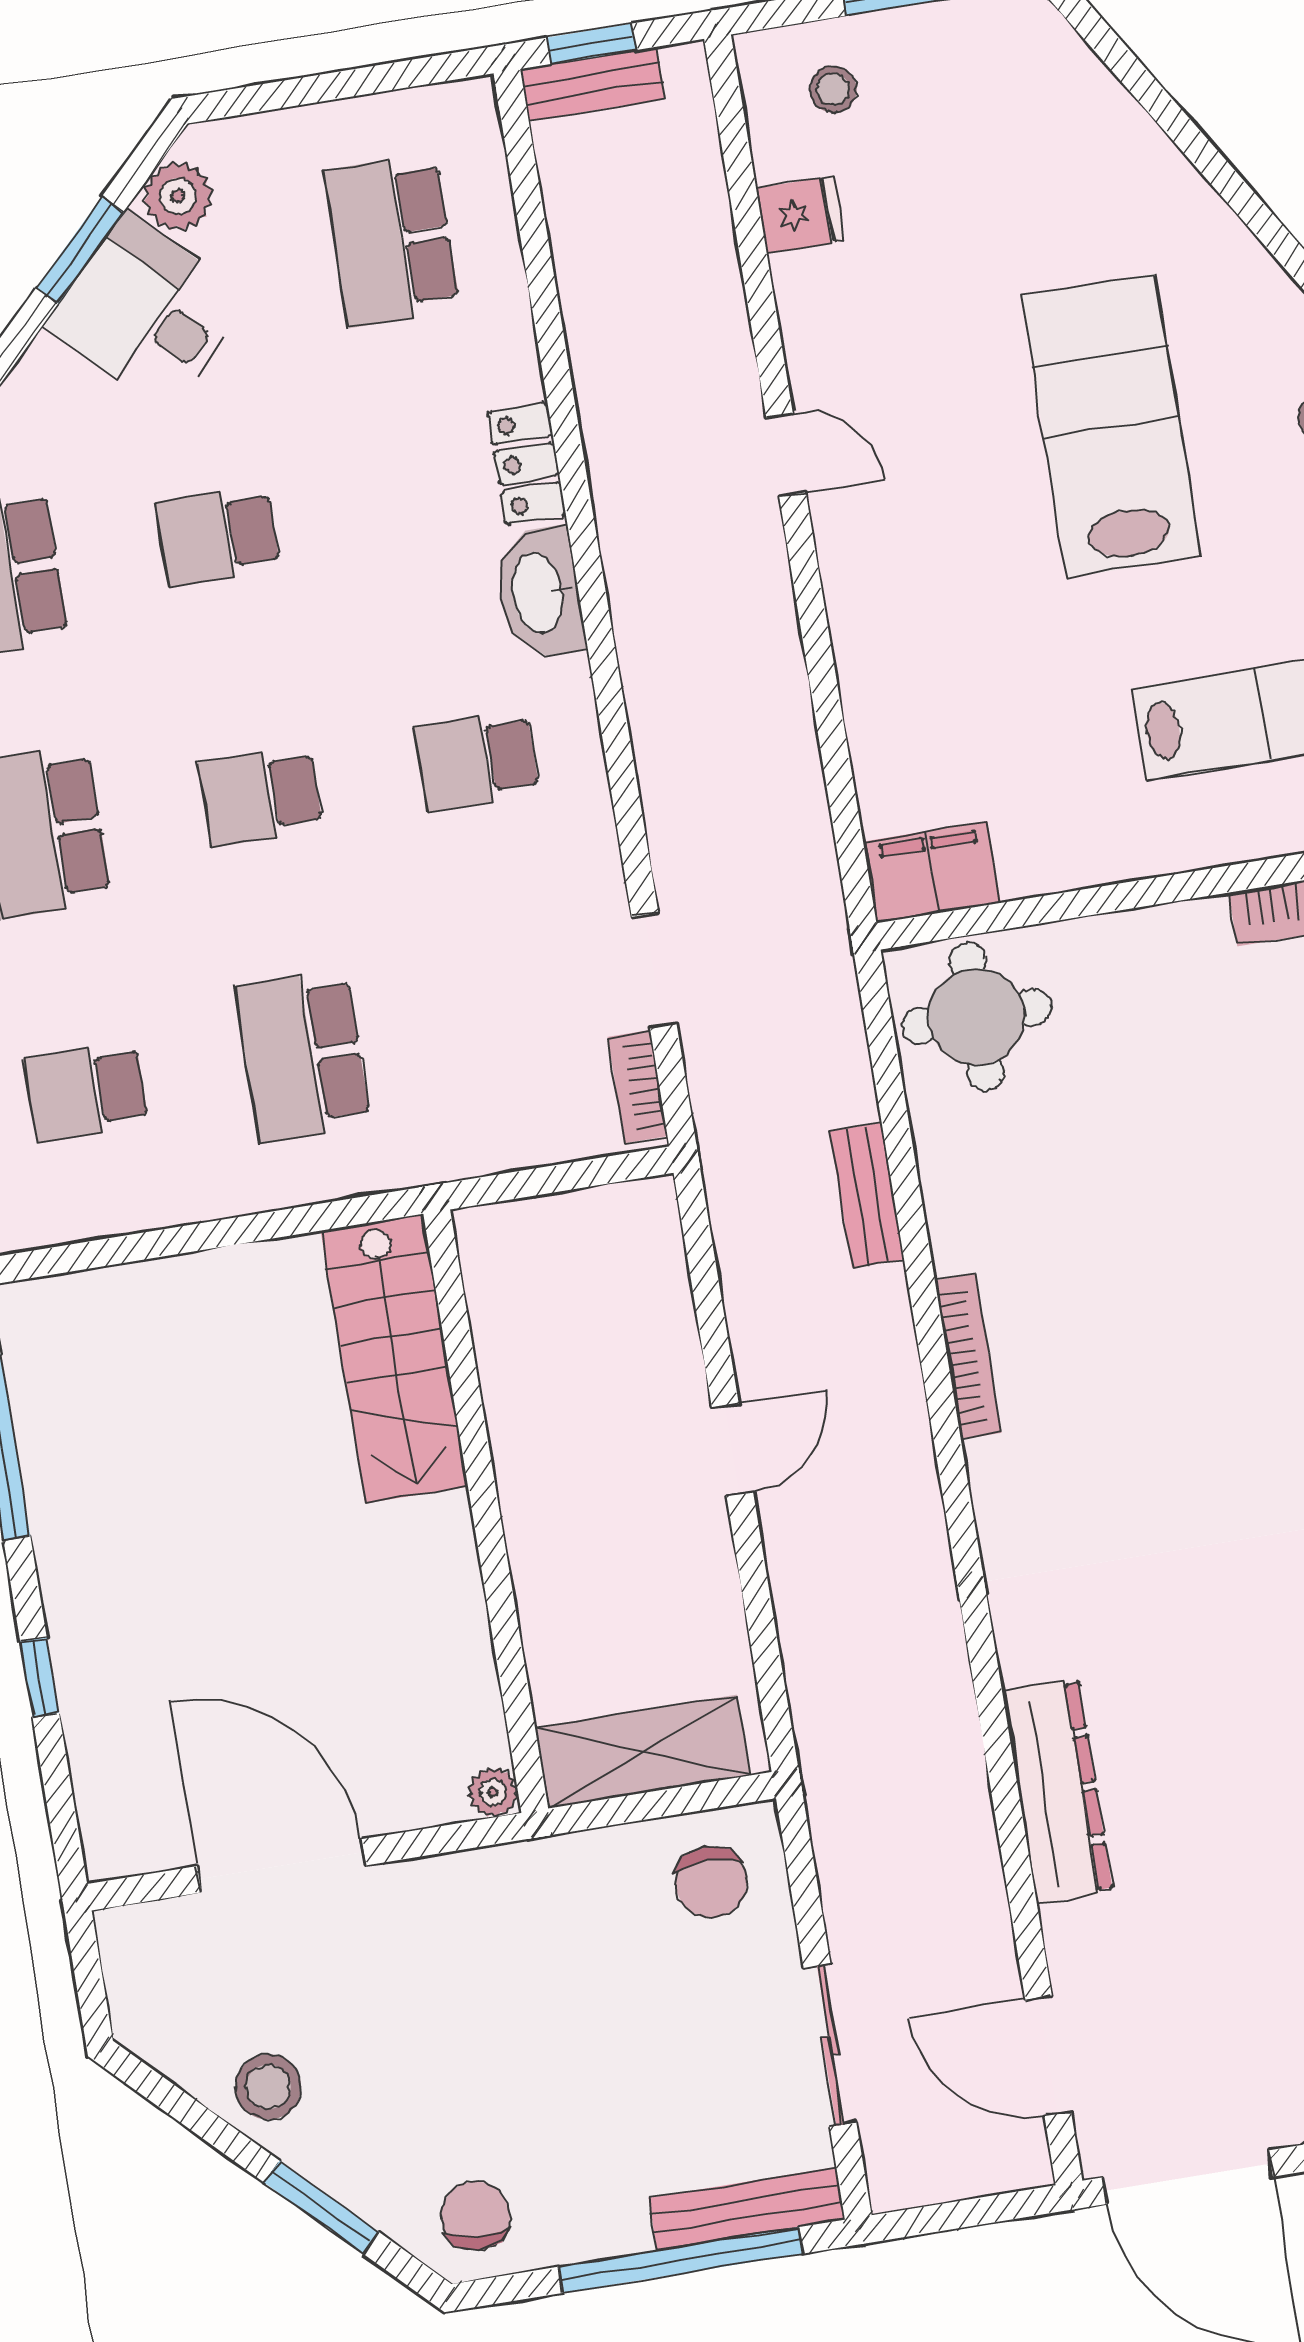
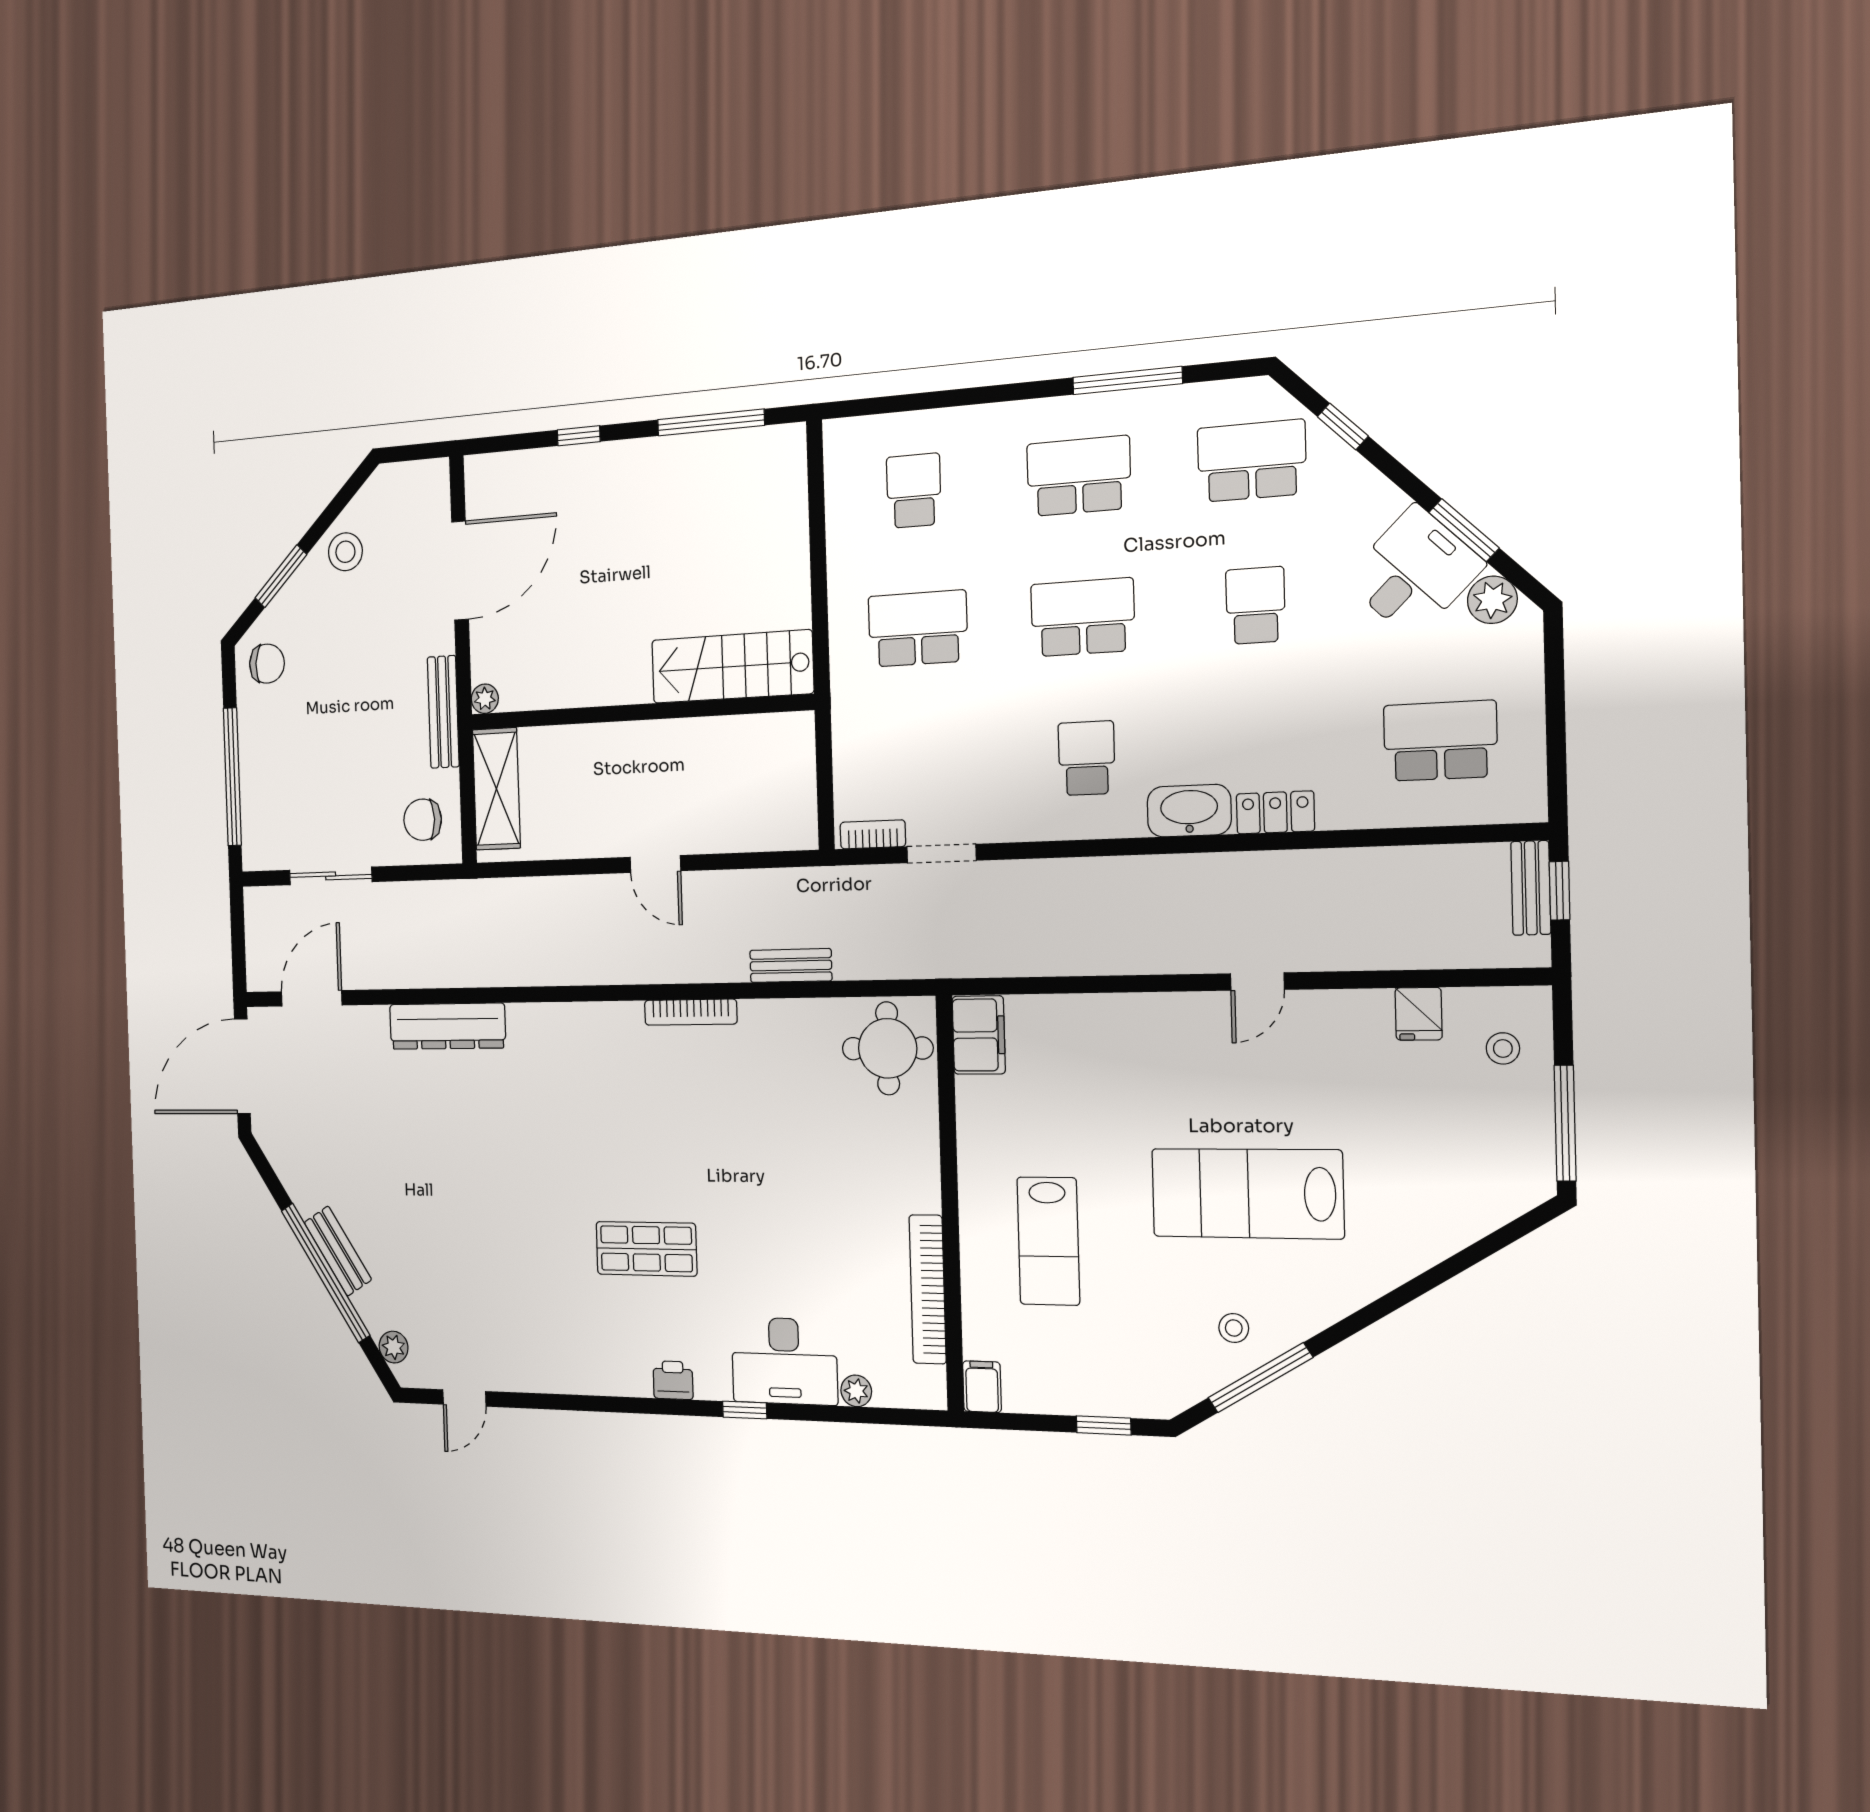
lab bench: (1111, 426) -> (1247, 1193), turned 180
school desk: (260, 796) -> (1083, 617), width x1.85
bench: (747, 2209) -> (443, 712), moved

